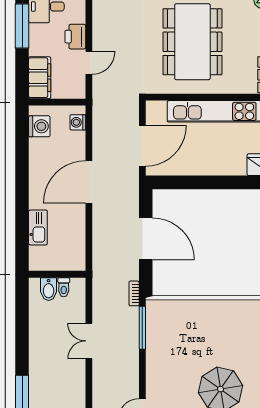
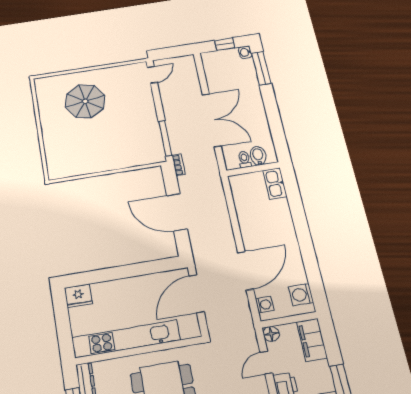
floor lamp: (78, 91) -> (271, 334), added
door: (89, 182) -> (246, 271), moved
kitchen sink: (38, 227) -> (275, 183), moved
double door: (89, 341) -> (212, 120), width x1.87

